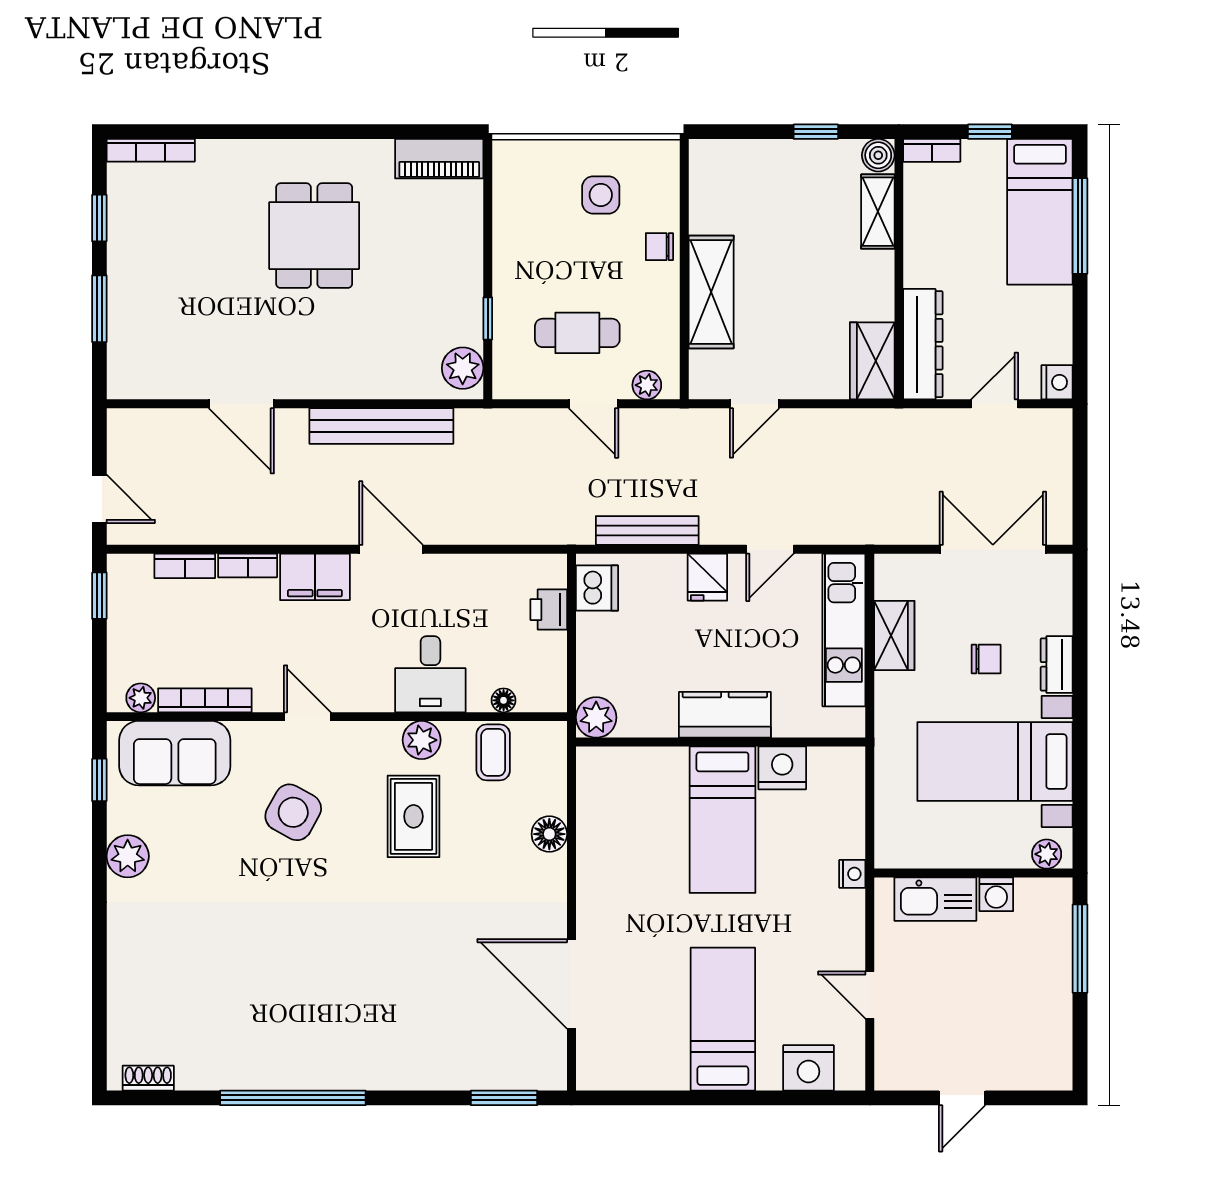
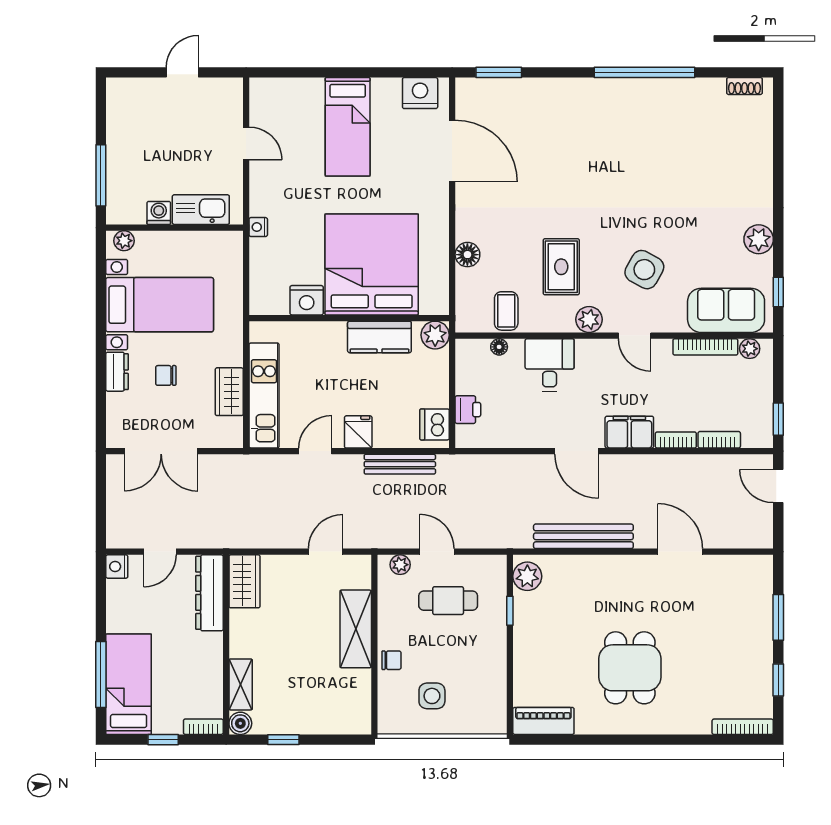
kitchen counter: (725, 715) -> (379, 337), moved
plant: (422, 740) -> (589, 319), moved
bed: (722, 820) -> (372, 264), width x2.04
nightstand: (808, 1068) -> (420, 93), moved

